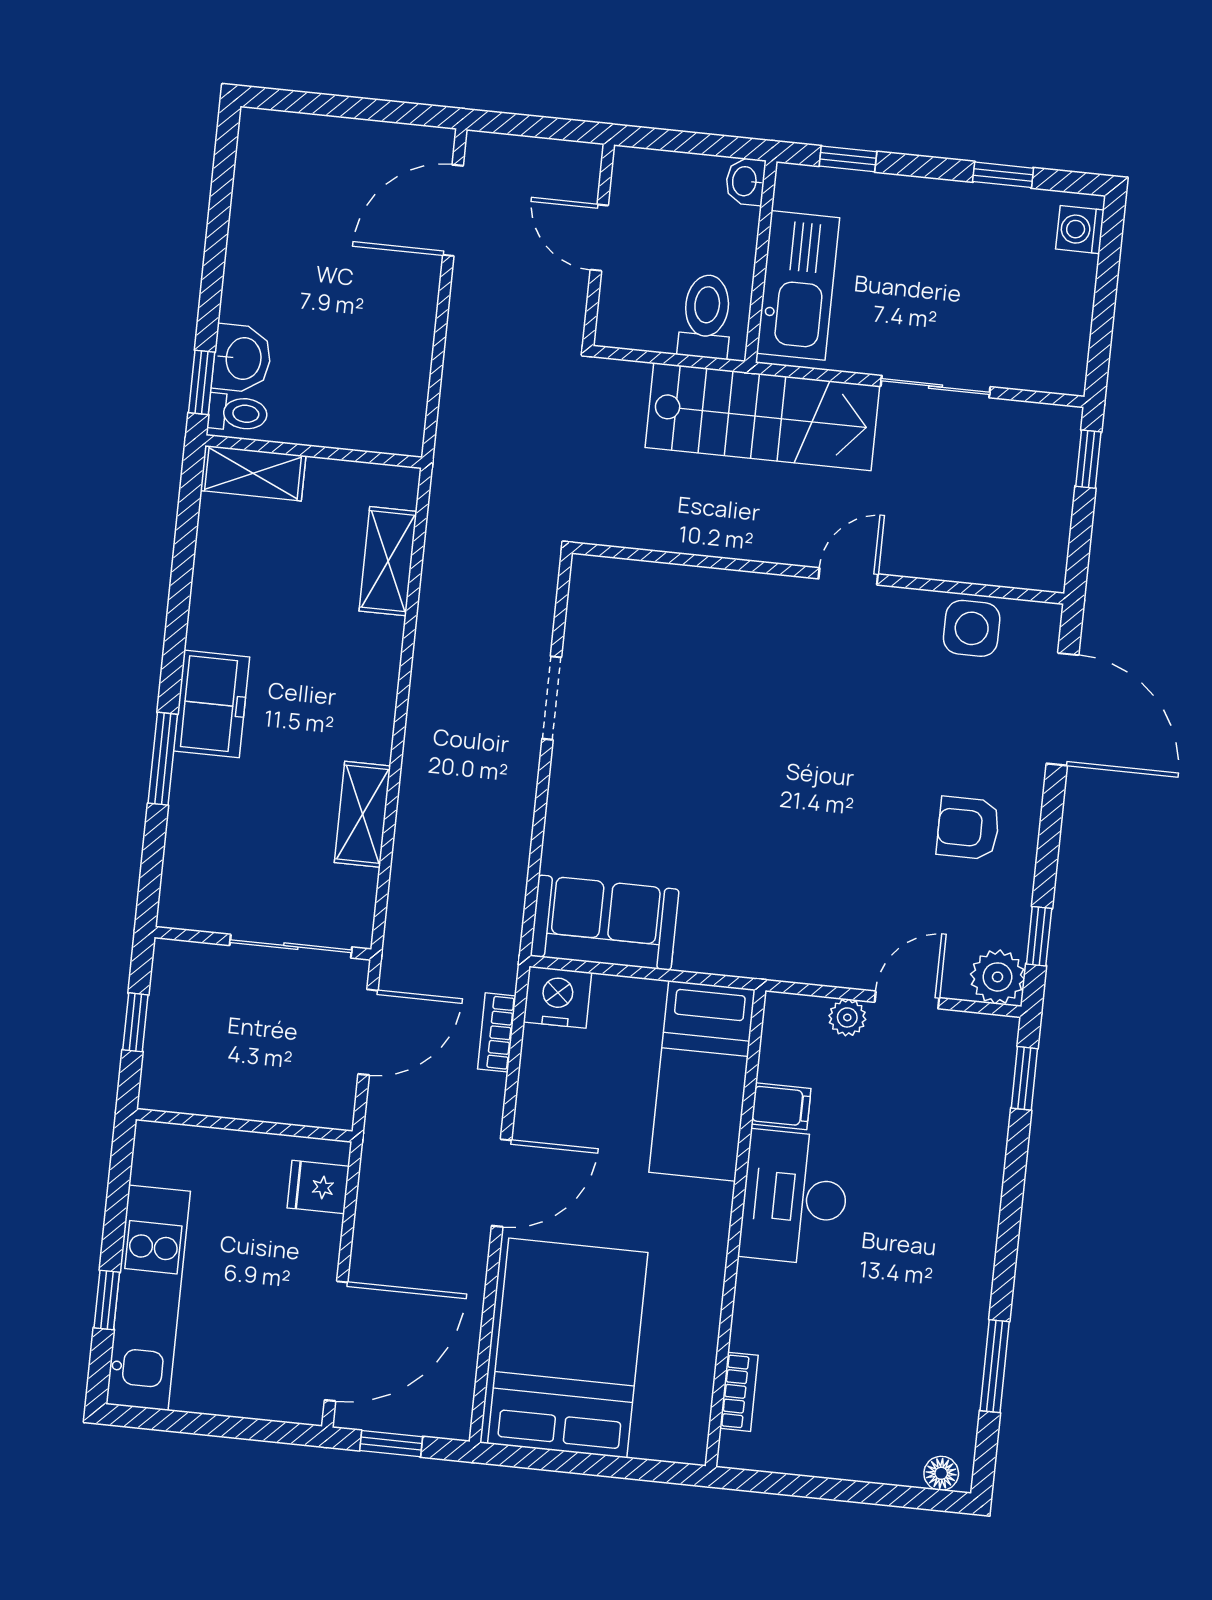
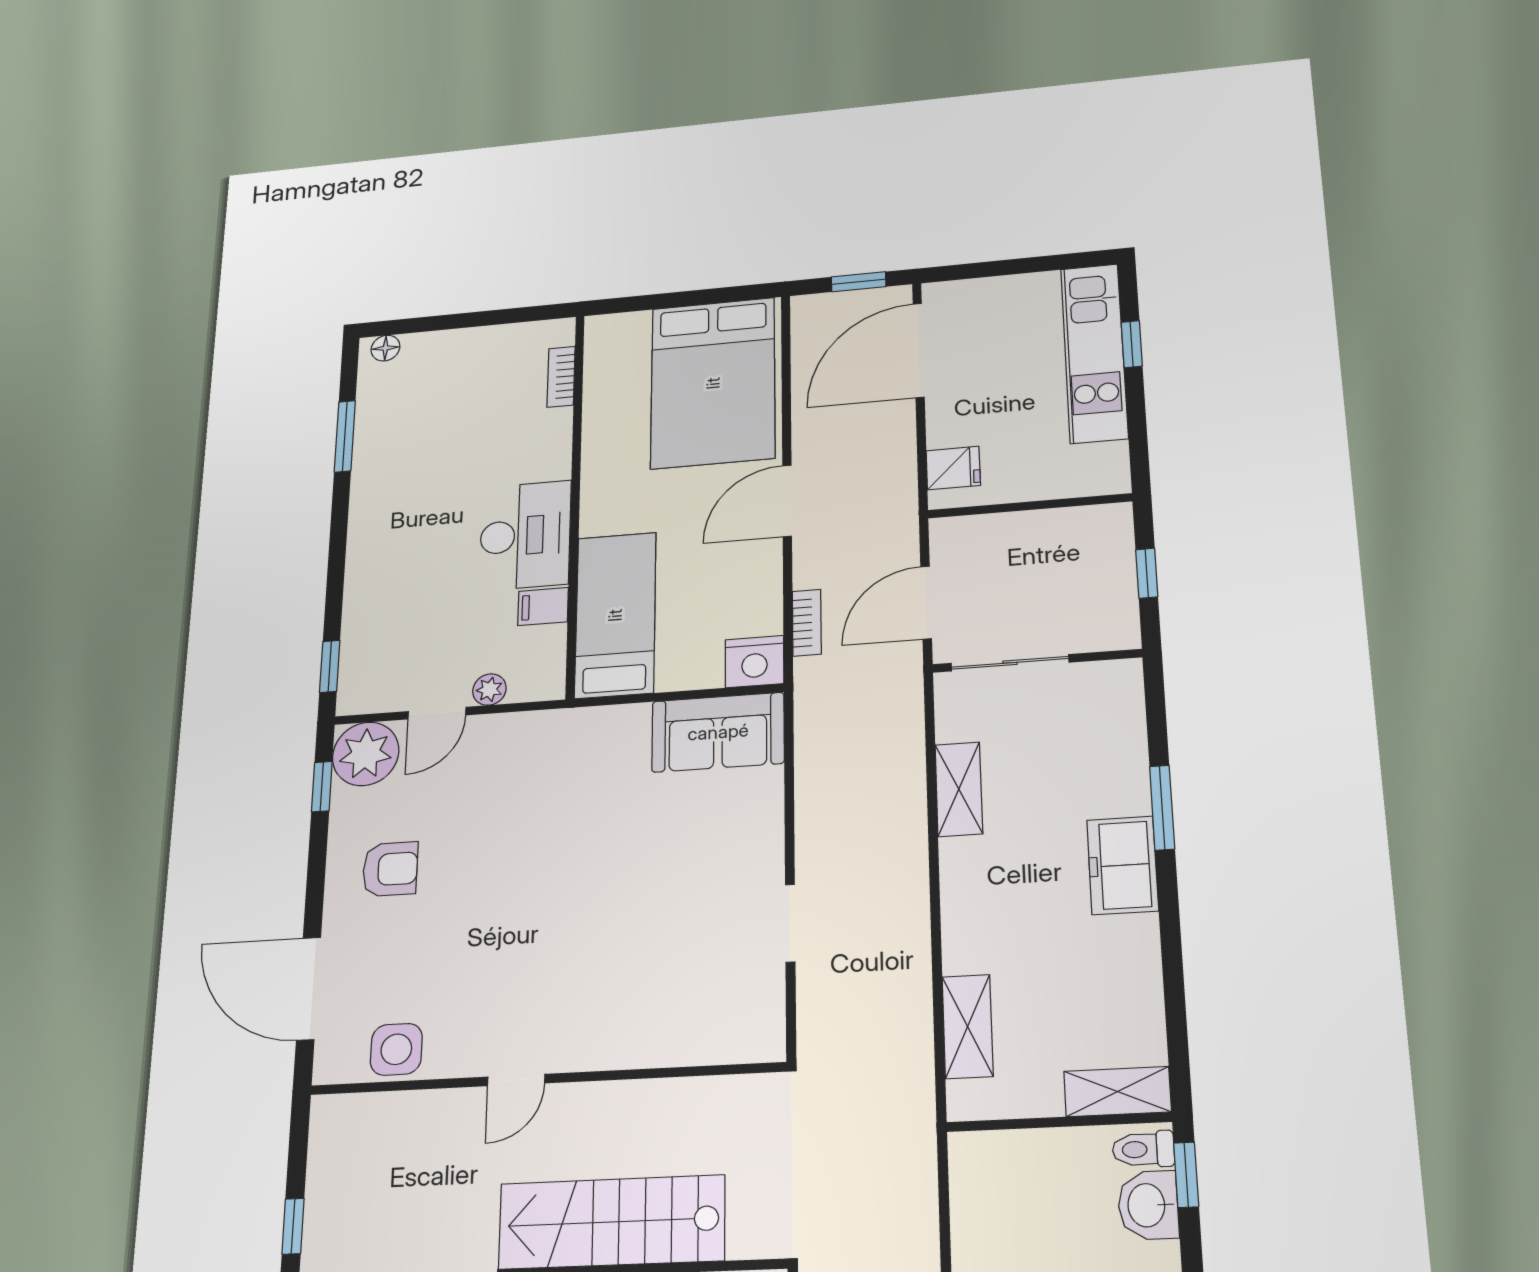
plant: (998, 977) -> (366, 754), width x1.36, depth x1.36

